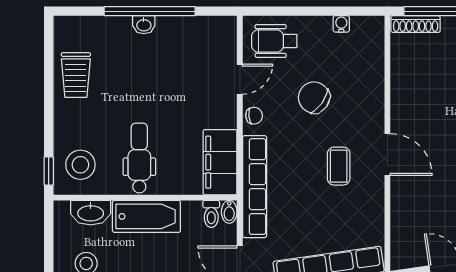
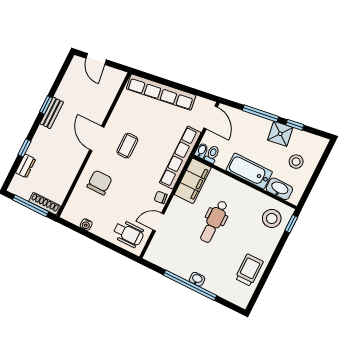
chair: (314, 97) -> (100, 183), moved, turned -125
dental chair: (139, 158) -> (214, 222), moved

